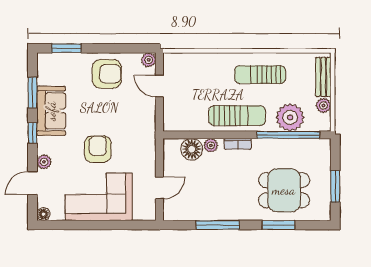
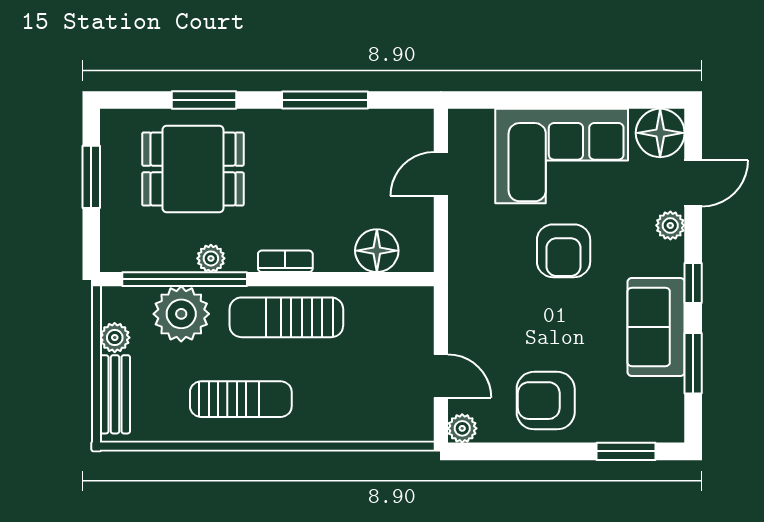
plant: (211, 145) -> (211, 258), moved
floor lamp: (43, 214) -> (660, 133), width x1.89, depth x1.89

